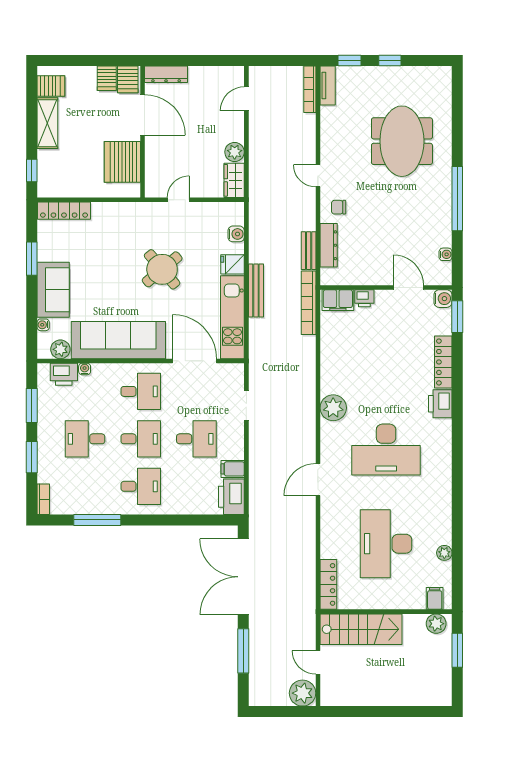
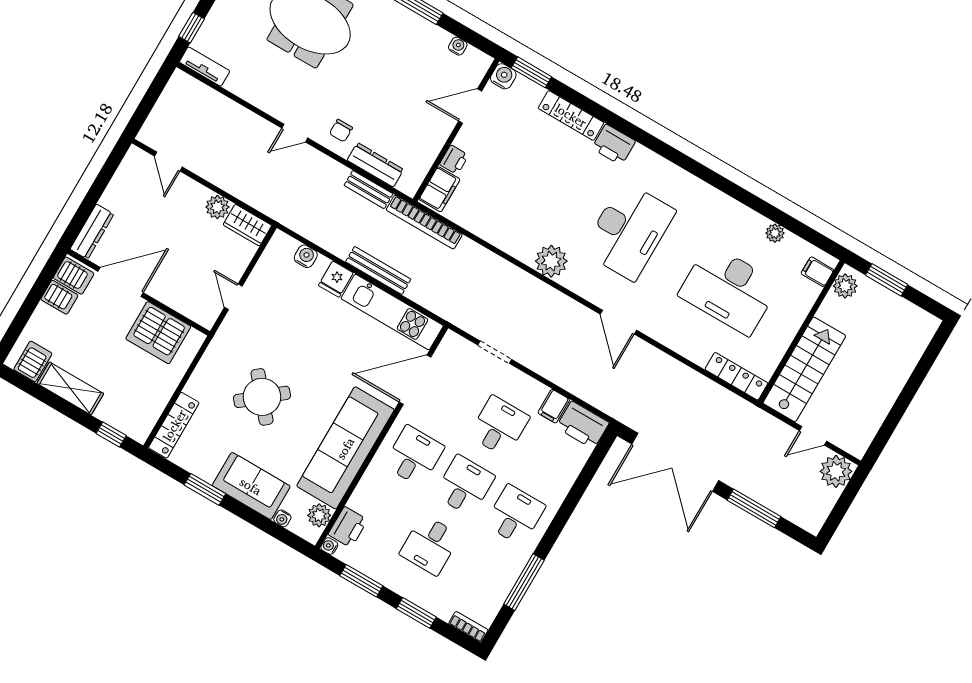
bookcase: (310, 89) -> (198, 88), removed
round table: (162, 269) -> (262, 397), moved
water cooler: (85, 369) -> (329, 546), moved

